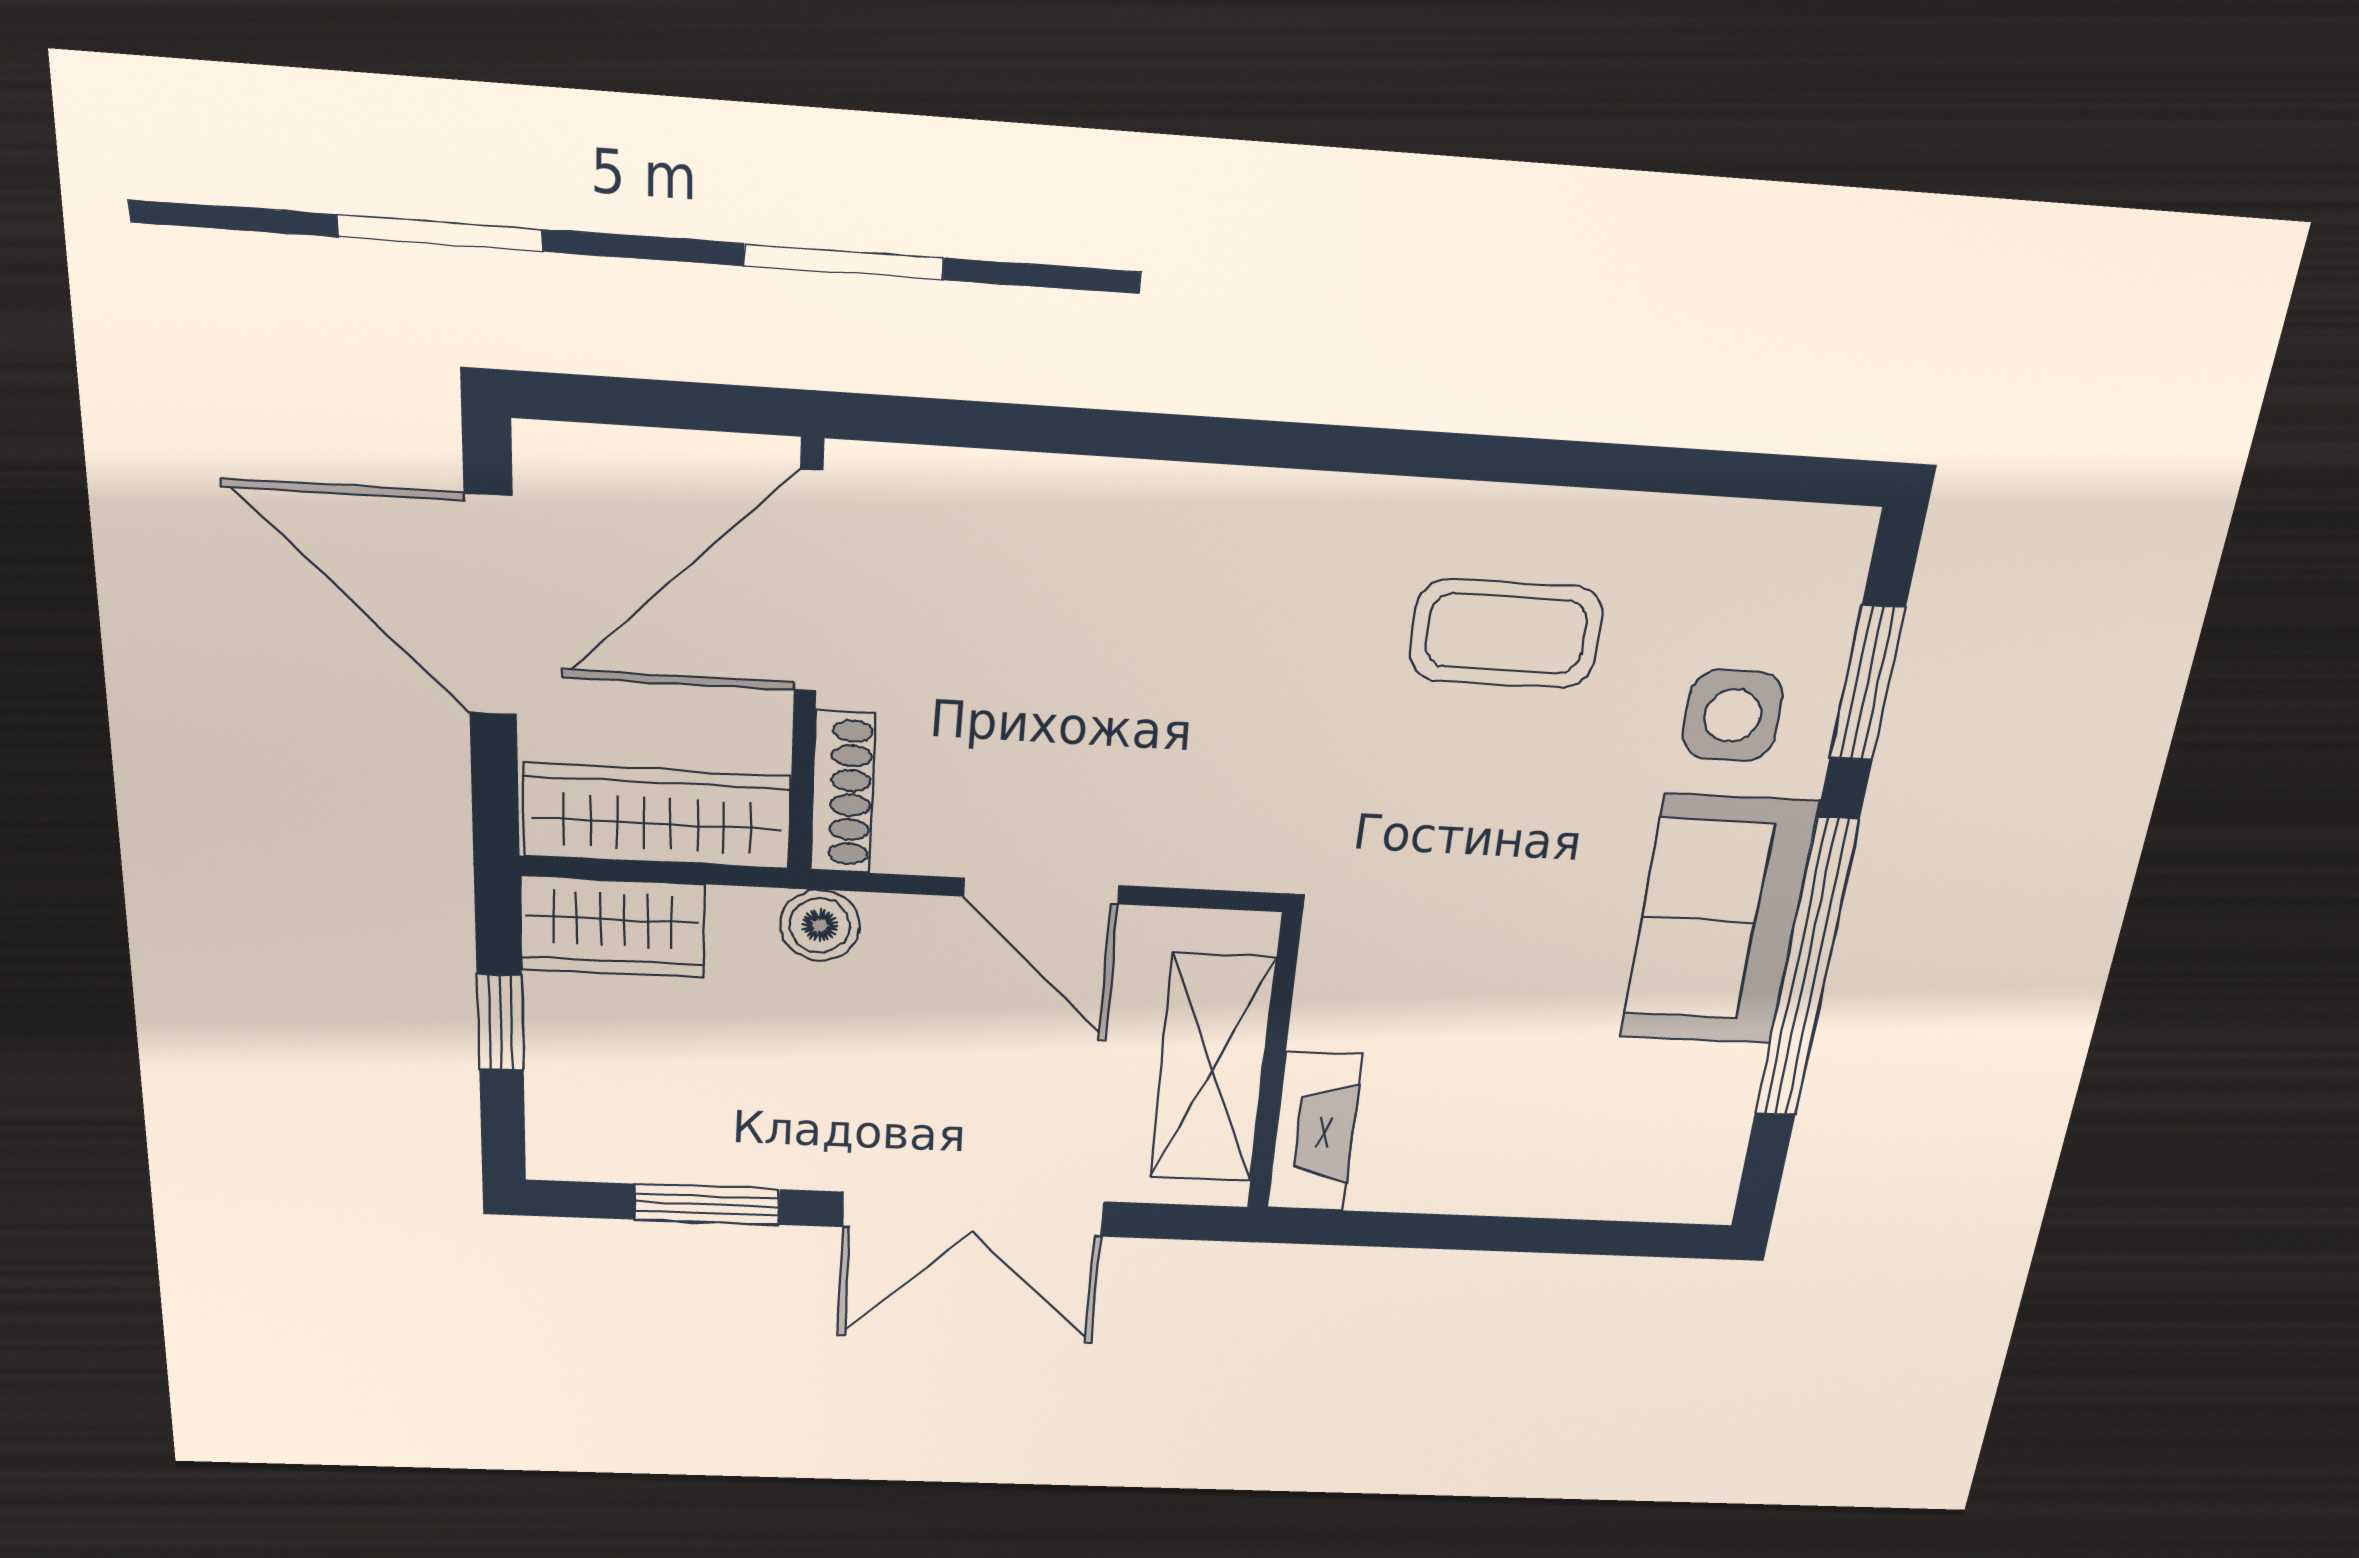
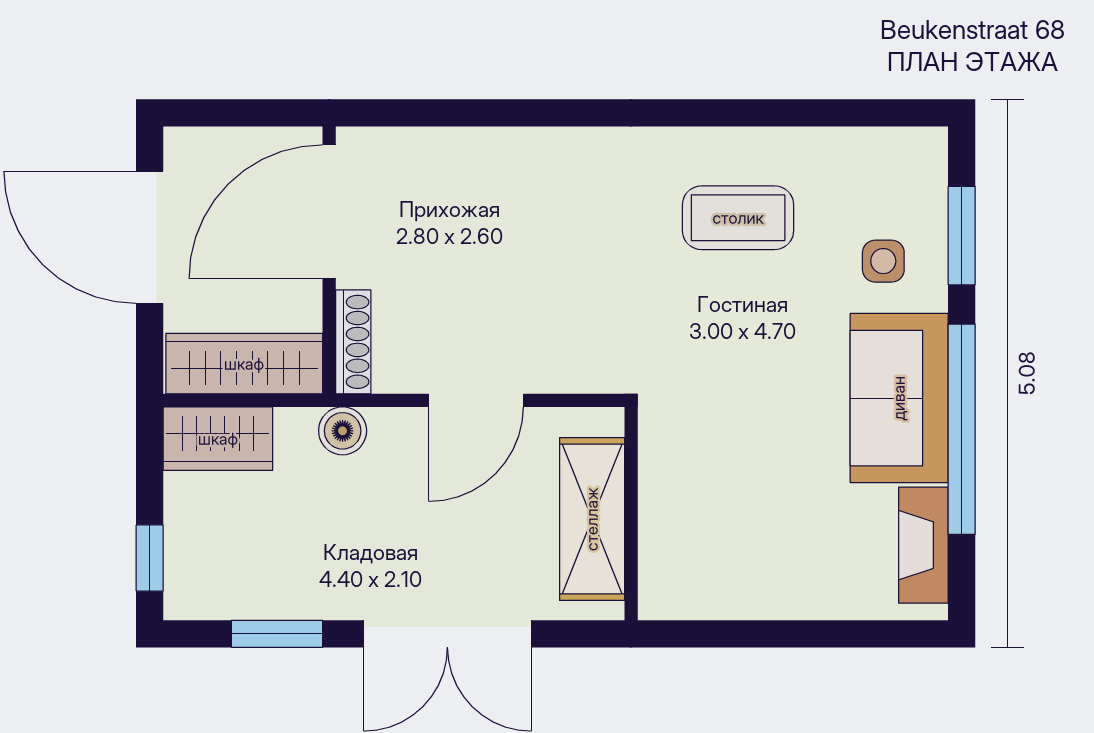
side table: (1733, 716) -> (883, 261), width x0.73, depth x0.73
door: (1042, 891) -> (476, 400), hinge flipped
window: (500, 1022) -> (150, 558), moved
fireplace: (1314, 1132) -> (923, 545), moved, turned 180

